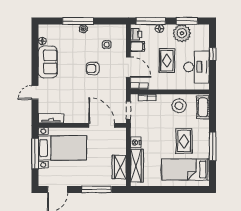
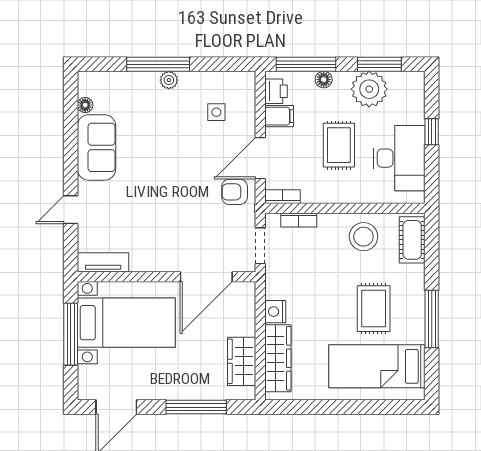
door: (128, 67) -> (260, 158), swing flipped
armchair: (93, 68) -> (235, 192), moved
door: (102, 125) -> (206, 277), swing flipped

